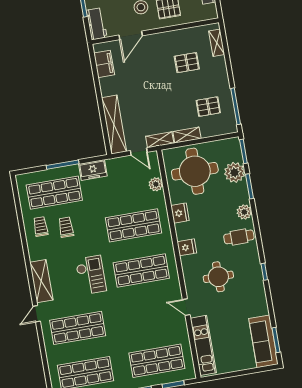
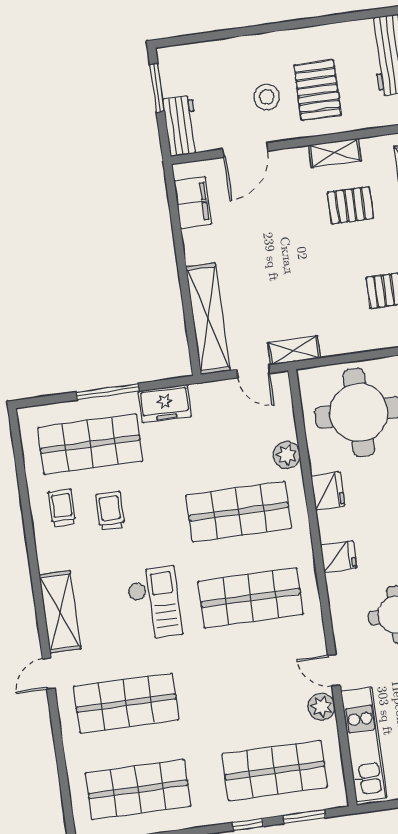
shelving: (187, 135) -> (335, 153), moved
plant: (156, 184) -> (287, 455), moved
plant: (180, 326) -> (322, 707), added

